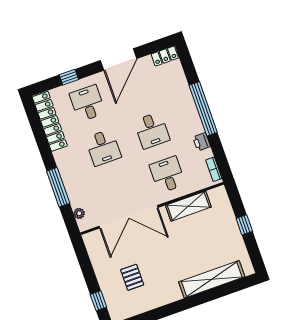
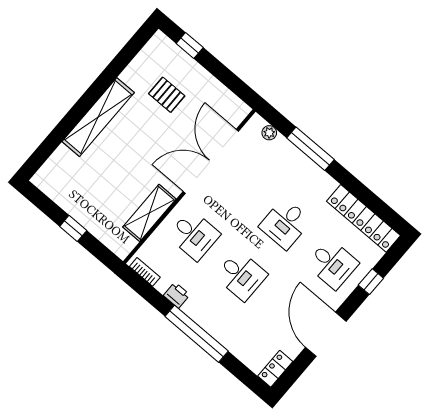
desk: (152, 130) -> (241, 275), turned 180
desk: (103, 148) -> (285, 224), turned -90
shelving: (212, 279) -> (98, 117), moved

